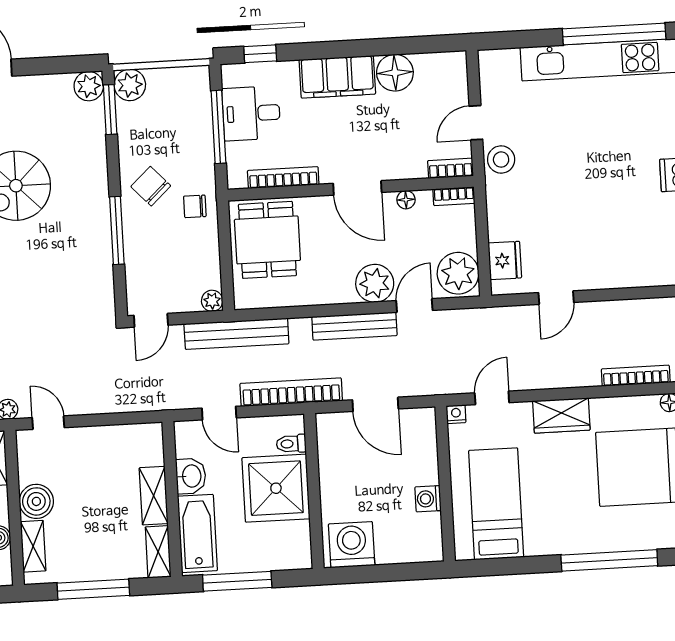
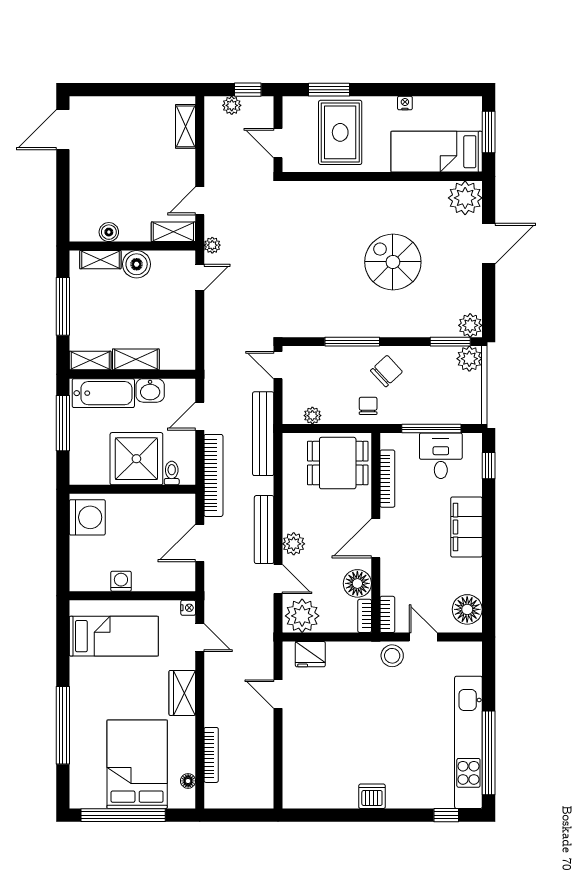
floor lamp: (395, 73) -> (467, 609), moved
floor lamp: (406, 200) -> (357, 583), width x1.89, depth x1.89
plant: (375, 283) -> (294, 544), width x0.73, depth x0.73
plant: (212, 301) -> (312, 416), moved

